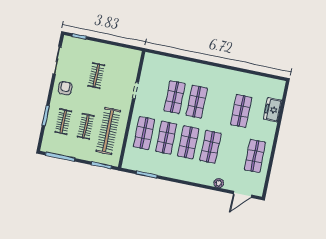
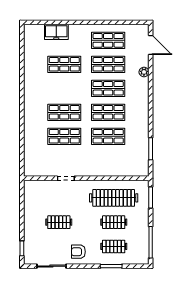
shop shelf: (144, 133) -> (108, 64), moved

